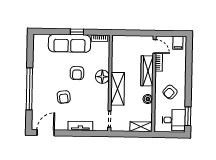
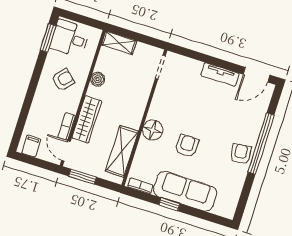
window: (139, 33) -> (83, 177), added
shelving: (118, 89) -> (122, 151), moved
armchair: (64, 97) -> (241, 154), moved
tv unit: (80, 126) -> (220, 74), moved

